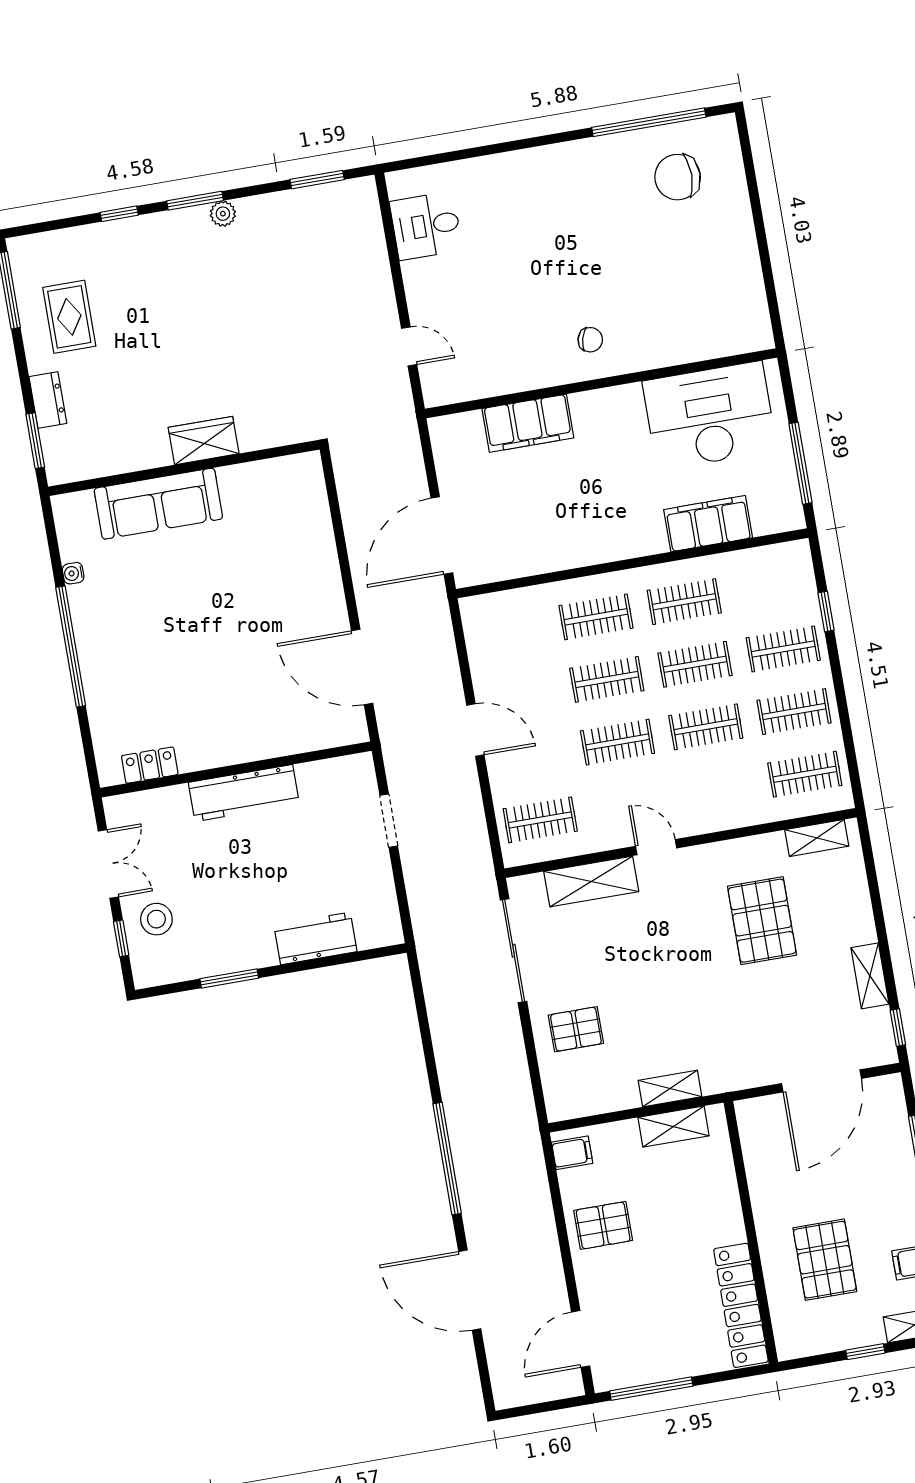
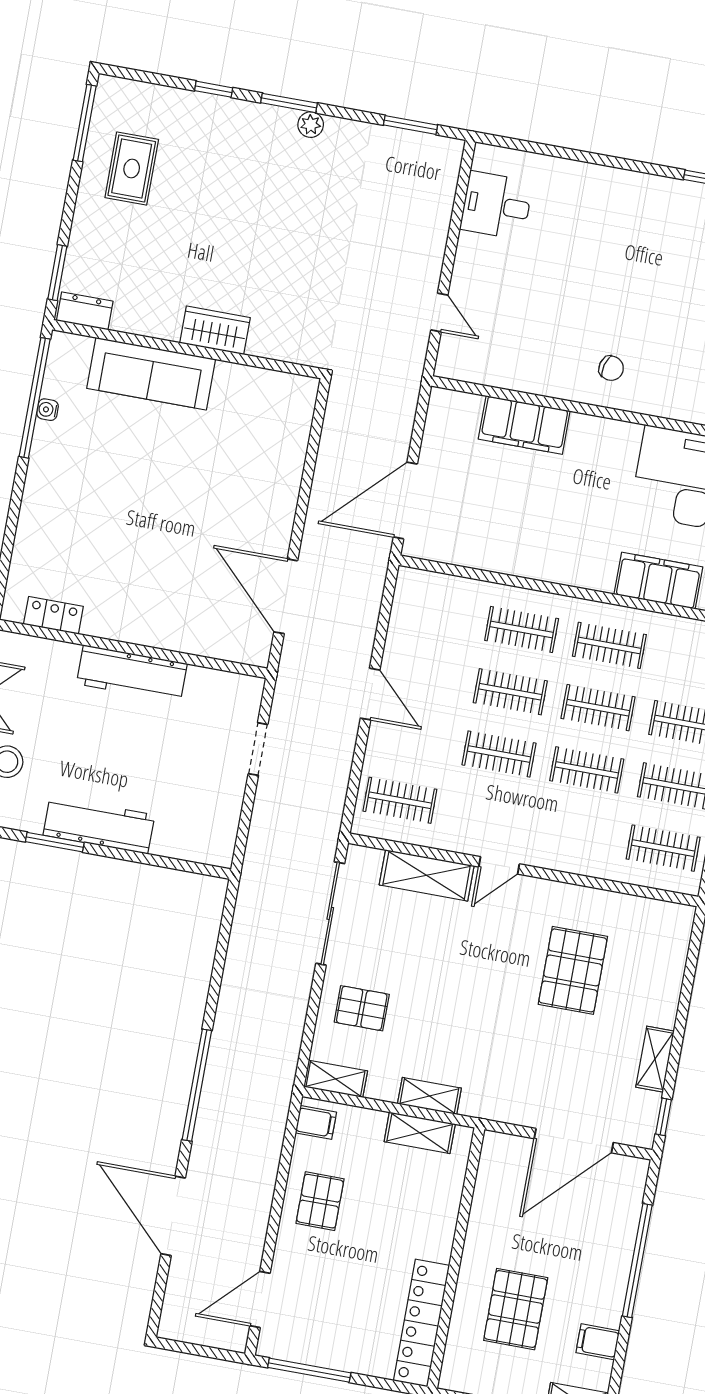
dresser: (48, 400) -> (85, 311), moved, turned -90
window: (71, 646) -> (35, 398), moved
shelving: (817, 838) -> (336, 1079), moved
door: (656, 847) -> (499, 865), swing flipped
workbench: (316, 938) -> (99, 825), moved, width x1.37
pallet: (603, 1225) -> (320, 1201), turned 90

